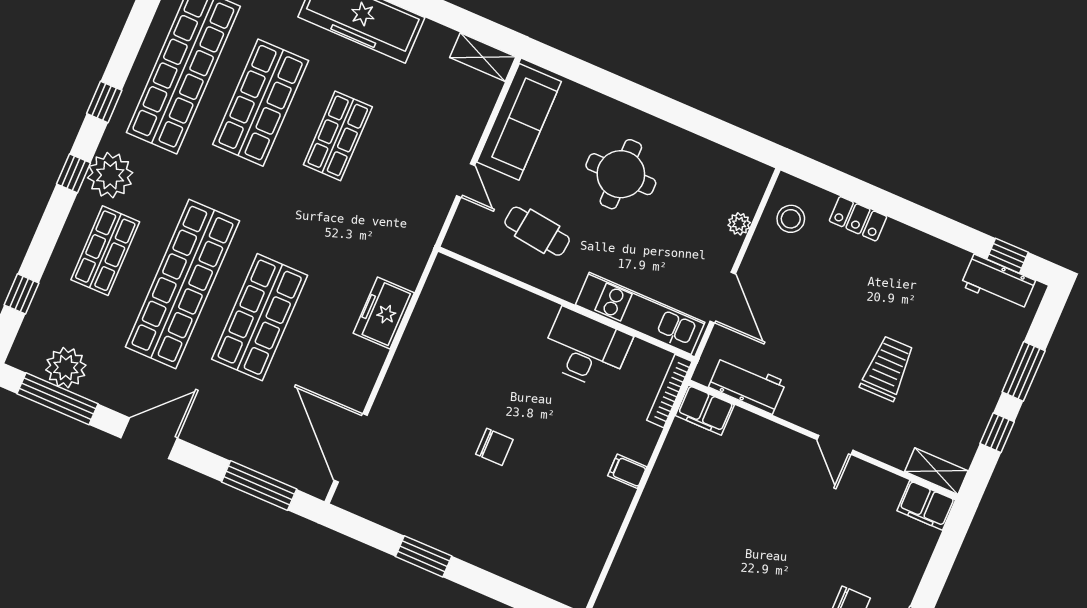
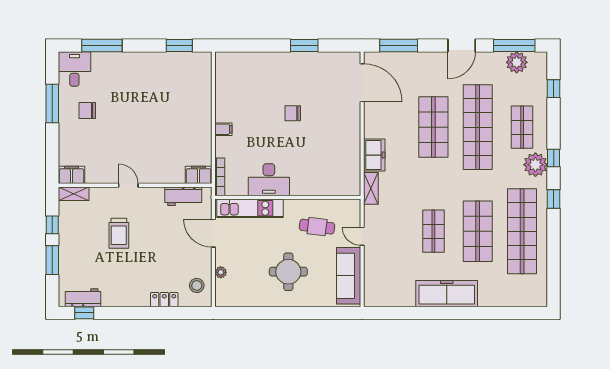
shelving: (483, 57) -> (371, 188), moved, turned 90

